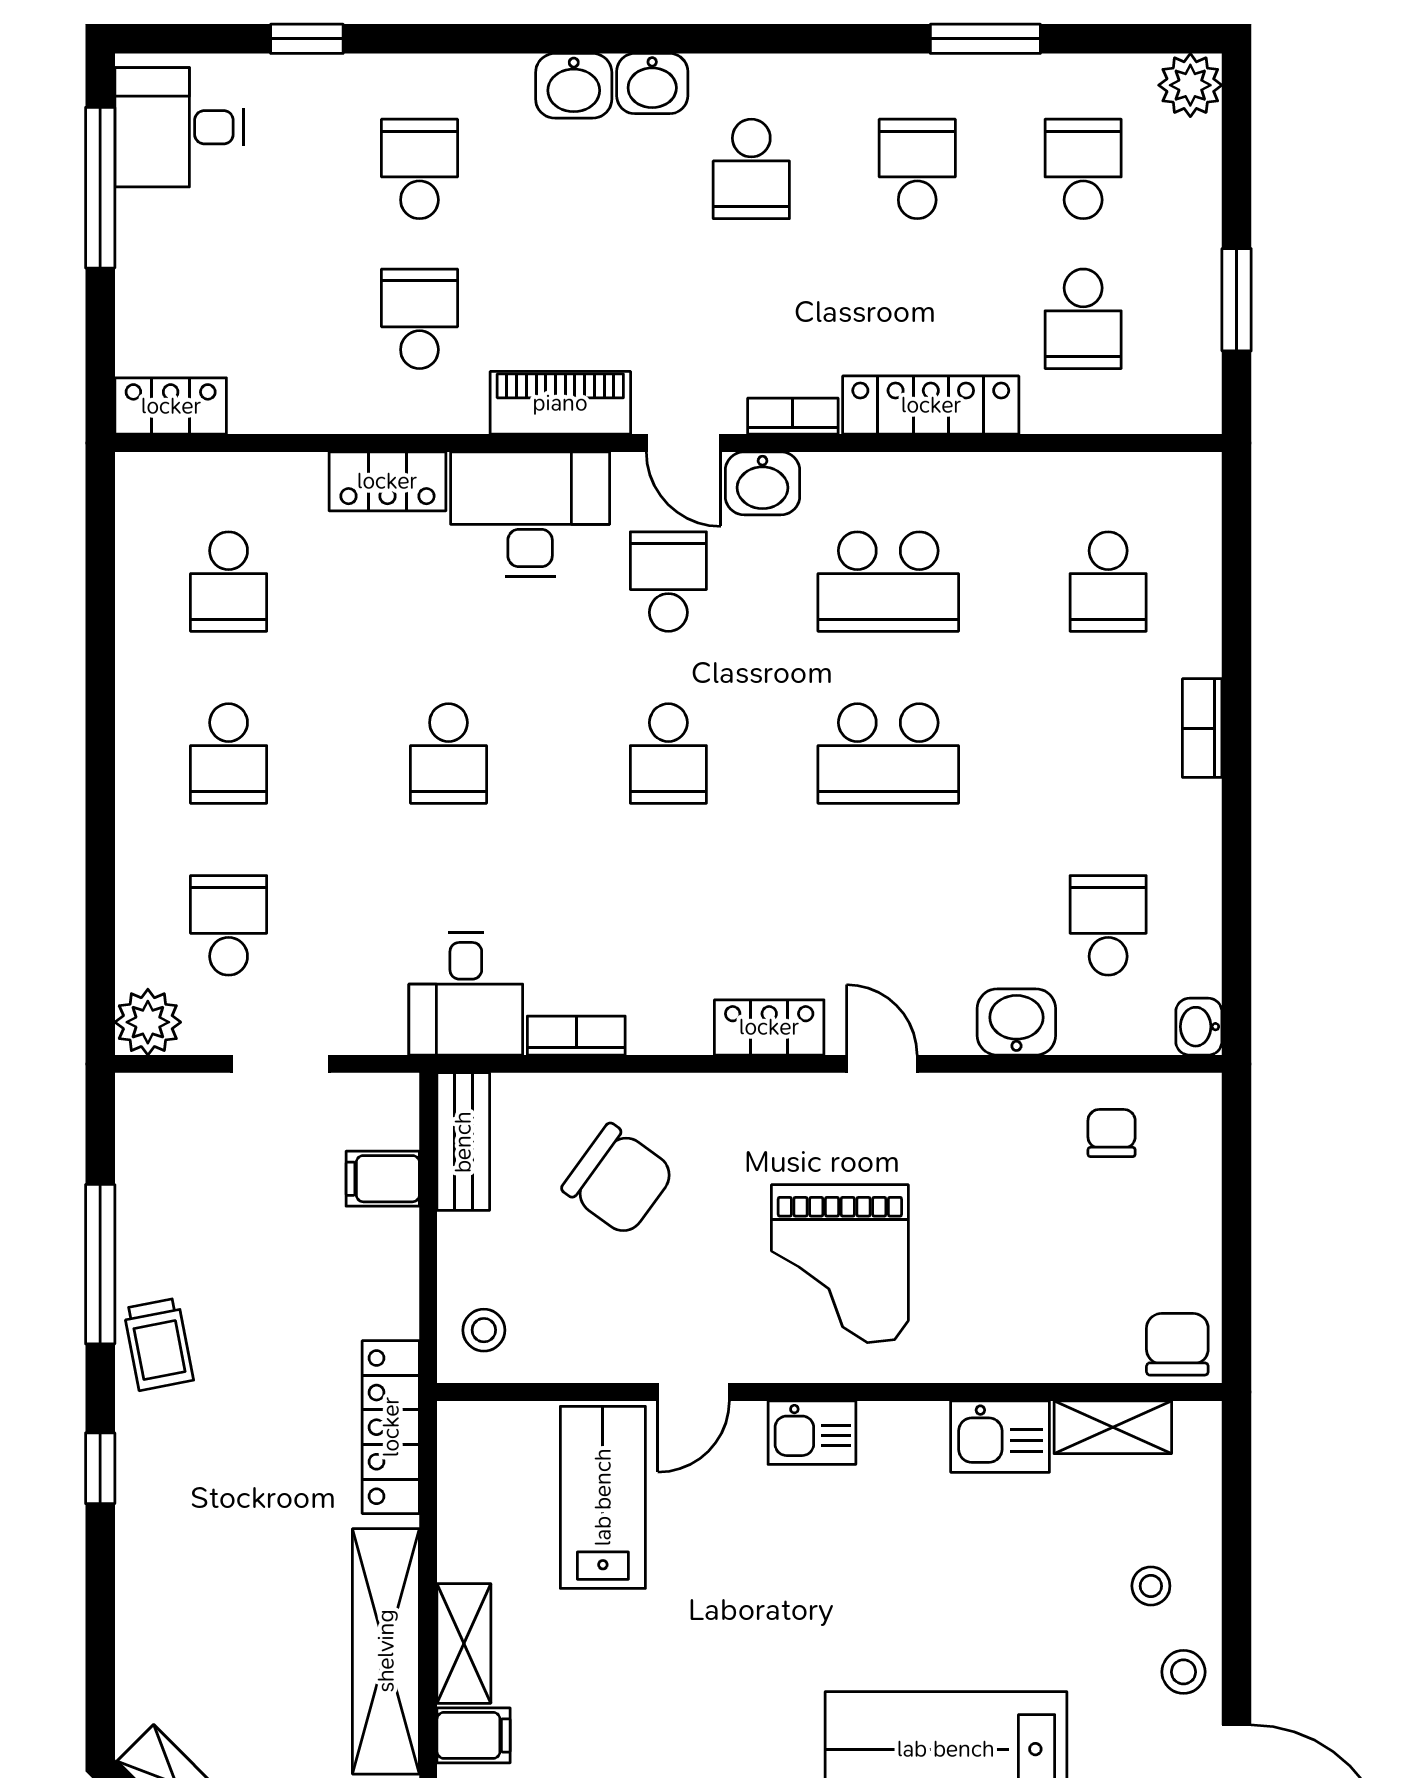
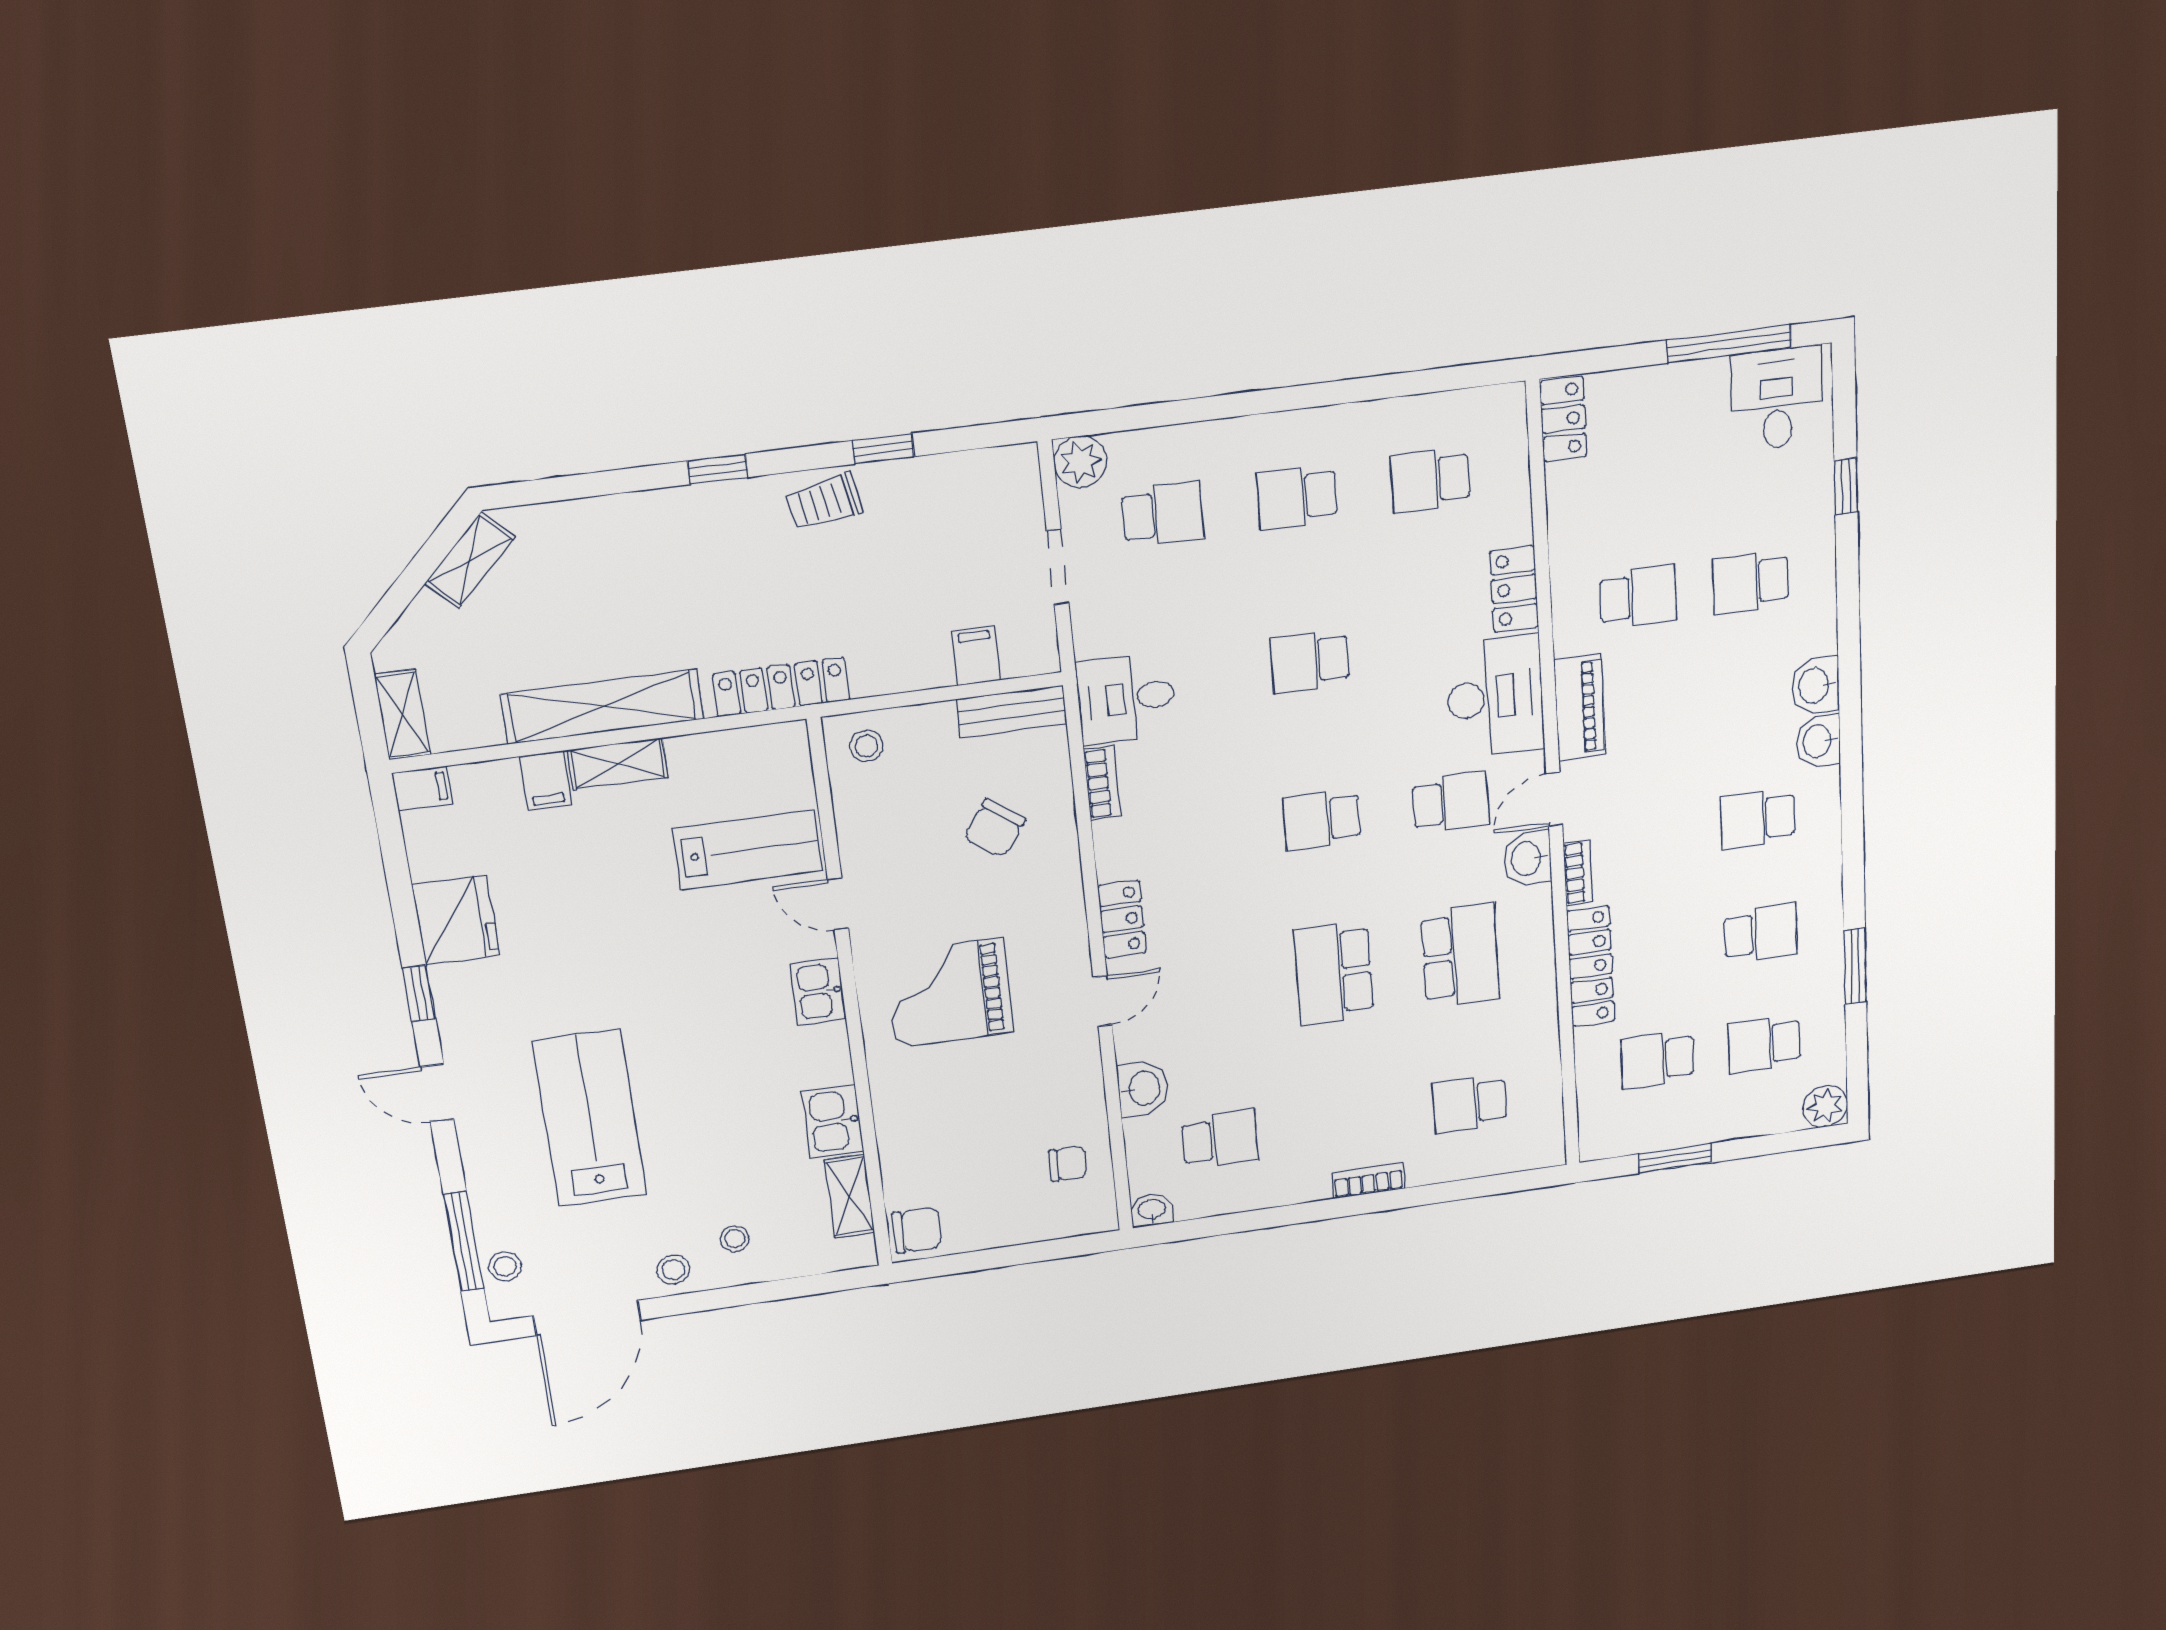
school desk: (419, 169) -> (1750, 582), turned 180
school desk: (1083, 169) -> (1764, 1044), turned 180
school desk: (888, 582) -> (1460, 956), turned 180
chair: (619, 1180) -> (995, 828), width x0.73, depth x0.73
window: (100, 1264) -> (883, 449), width x0.46

